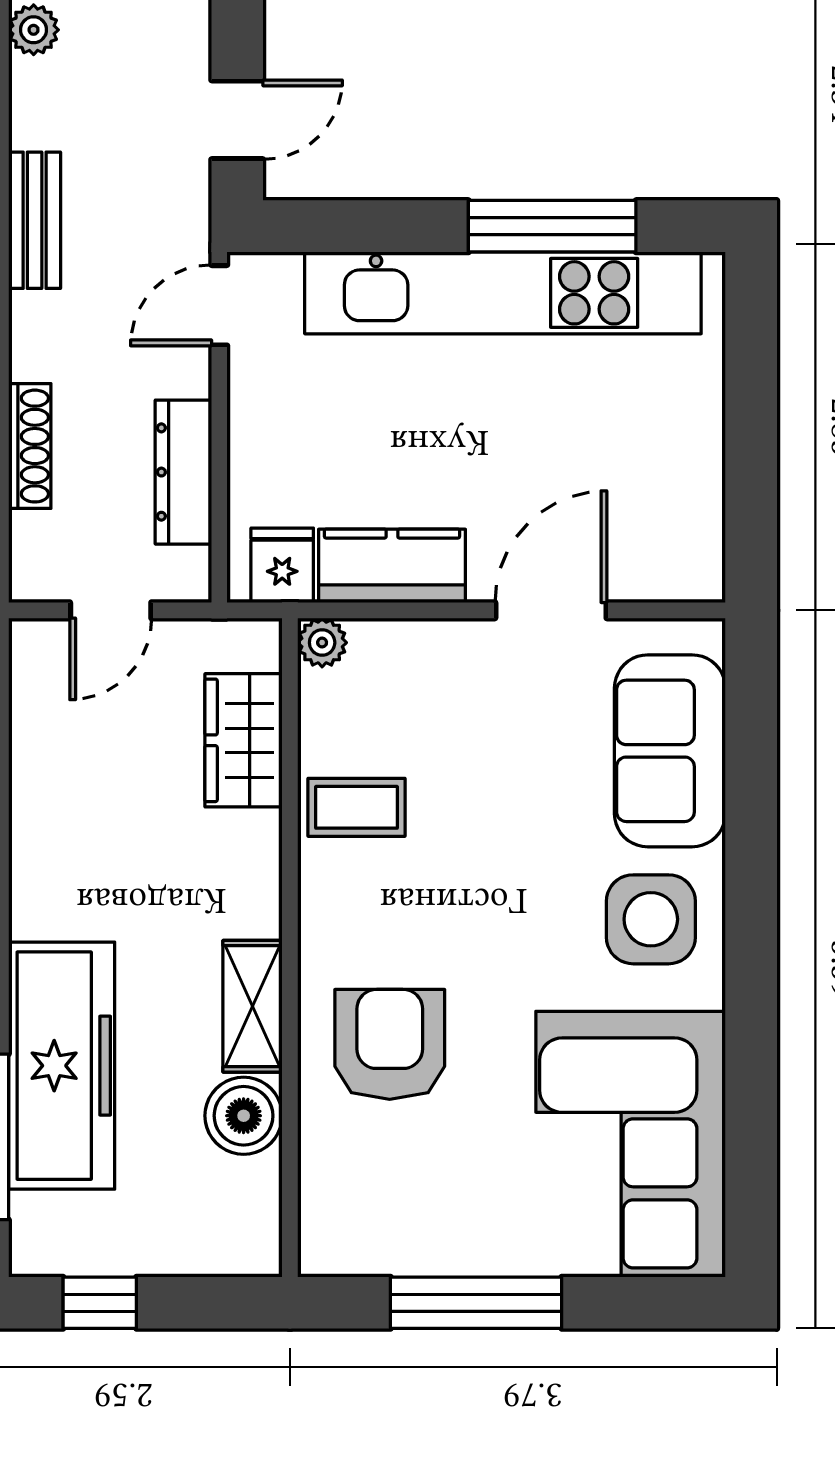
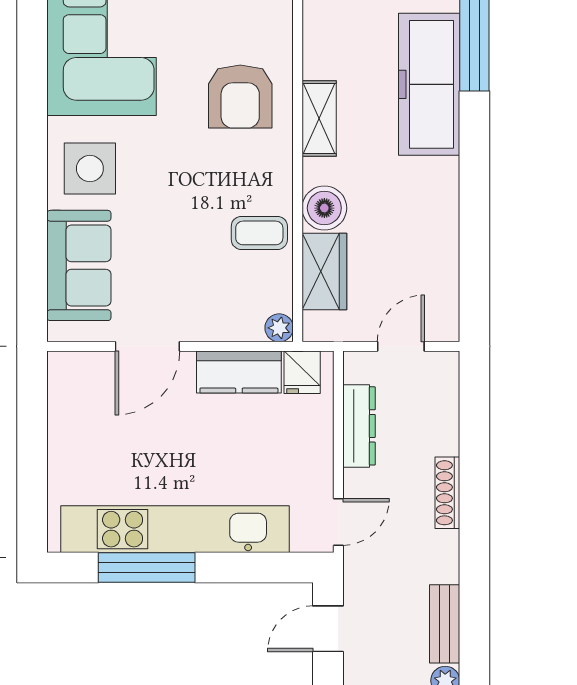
bench: (35, 220) -> (445, 624), moved
shoe rack: (30, 446) -> (447, 493), moved
boiler: (244, 1116) -> (324, 208), moved

